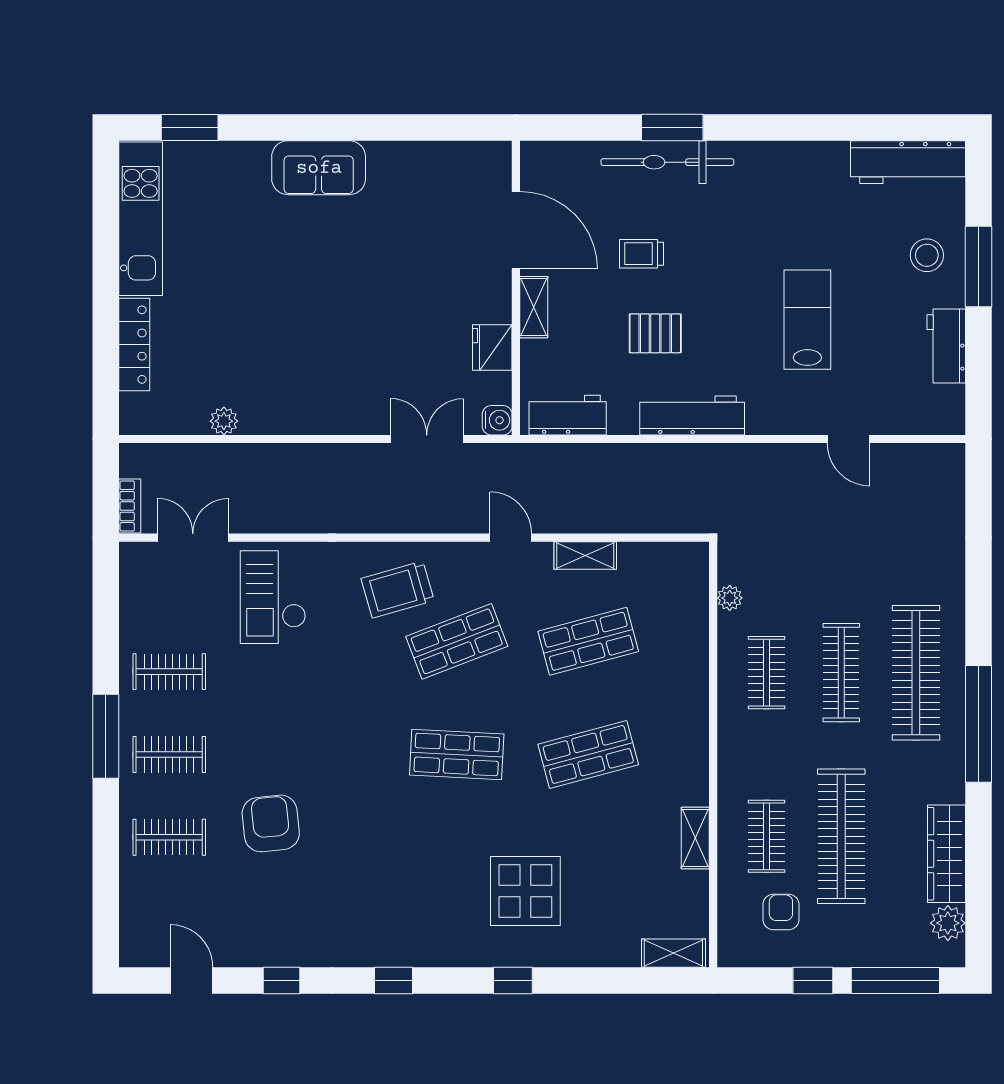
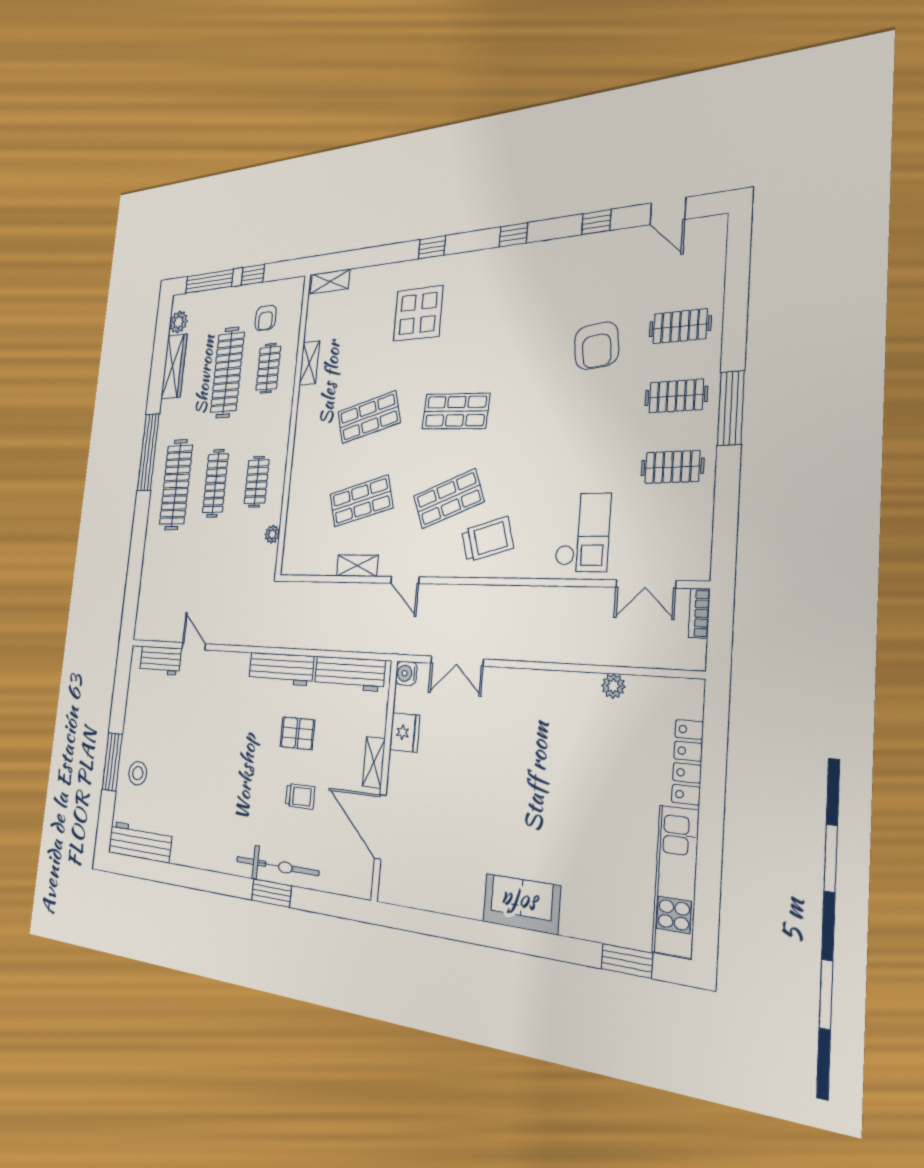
lab bench: (807, 320) -> (207, 734), removed
workbench: (946, 346) -> (160, 661), moved, turned 90
workbench: (568, 415) -> (349, 674), width x1.38

